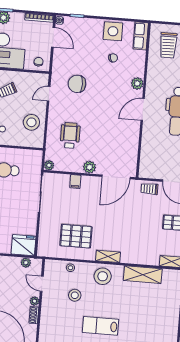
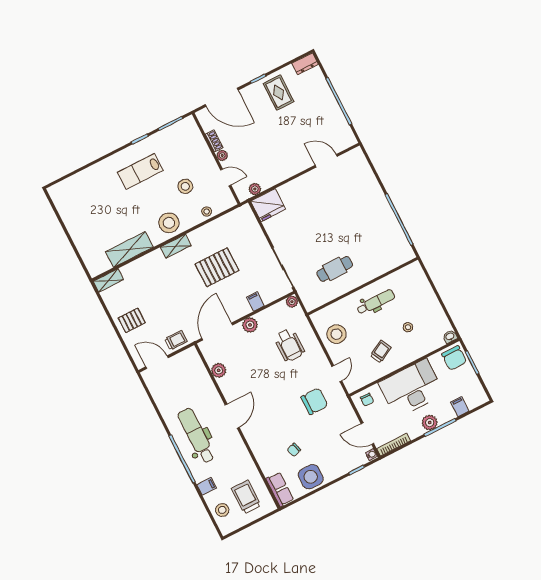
plant: (137, 83) -> (219, 370), moved
pallet: (76, 236) -> (217, 267), moved
lab bench: (100, 326) -> (140, 171), turned 180

